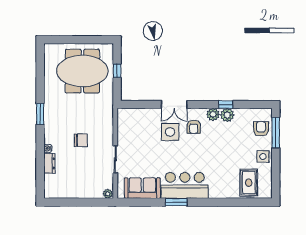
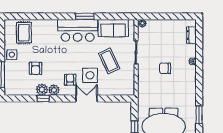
window: (40, 114) -> (199, 115), moved
armchair: (261, 129) -> (36, 68), moved
coffee table: (147, 149) -> (109, 61), added
dresser: (49, 163) -> (191, 35), moved

